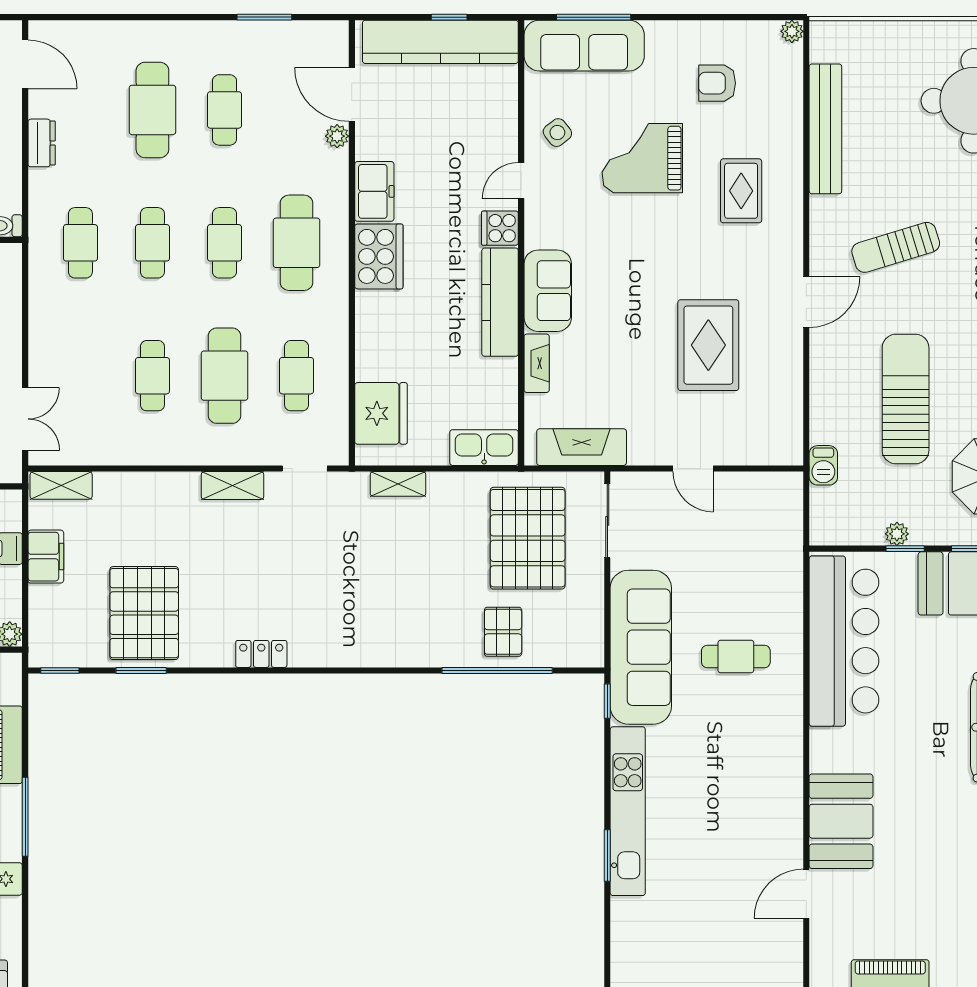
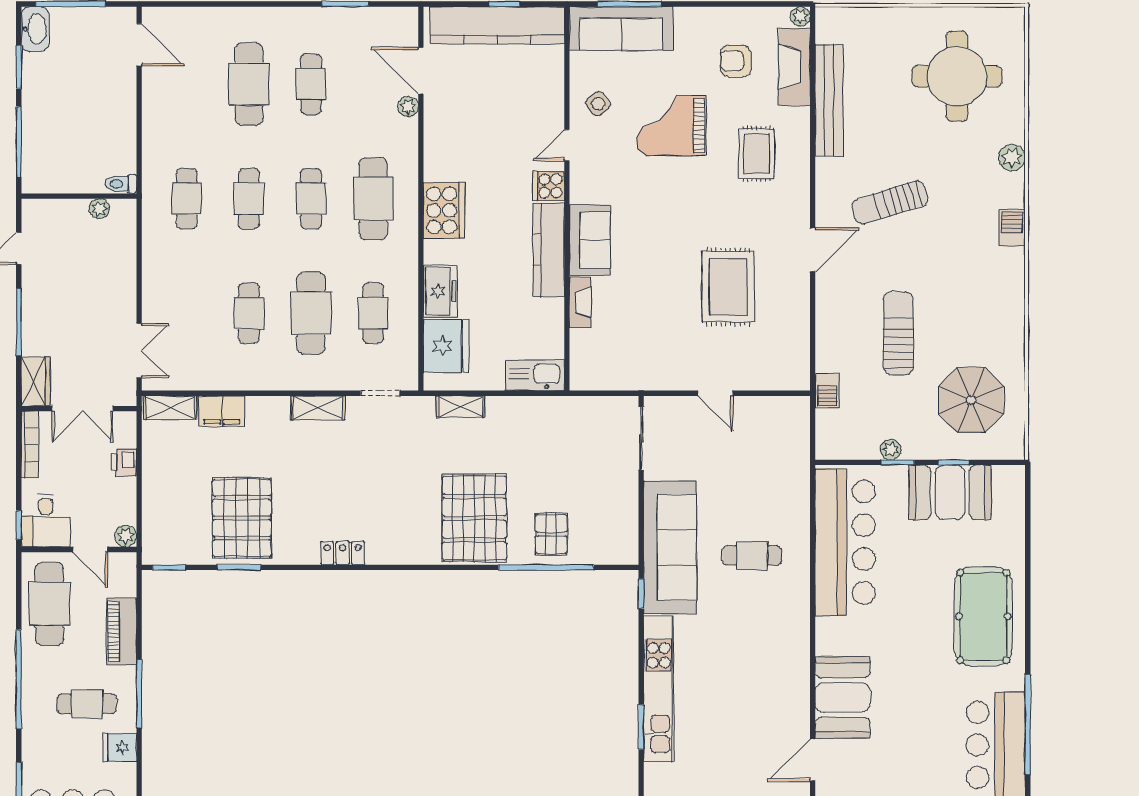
dresser: (42, 143) -> (153, 113), removed
freezer: (374, 191) -> (440, 291), moved
sun lounger: (906, 399) -> (898, 333), width x0.73, depth x0.75
fireplace: (582, 447) -> (794, 67), moved, turned -90
pallet: (528, 538) -> (474, 518), moved
filing cabinet: (46, 557) -> (222, 411), moved, turned 90

